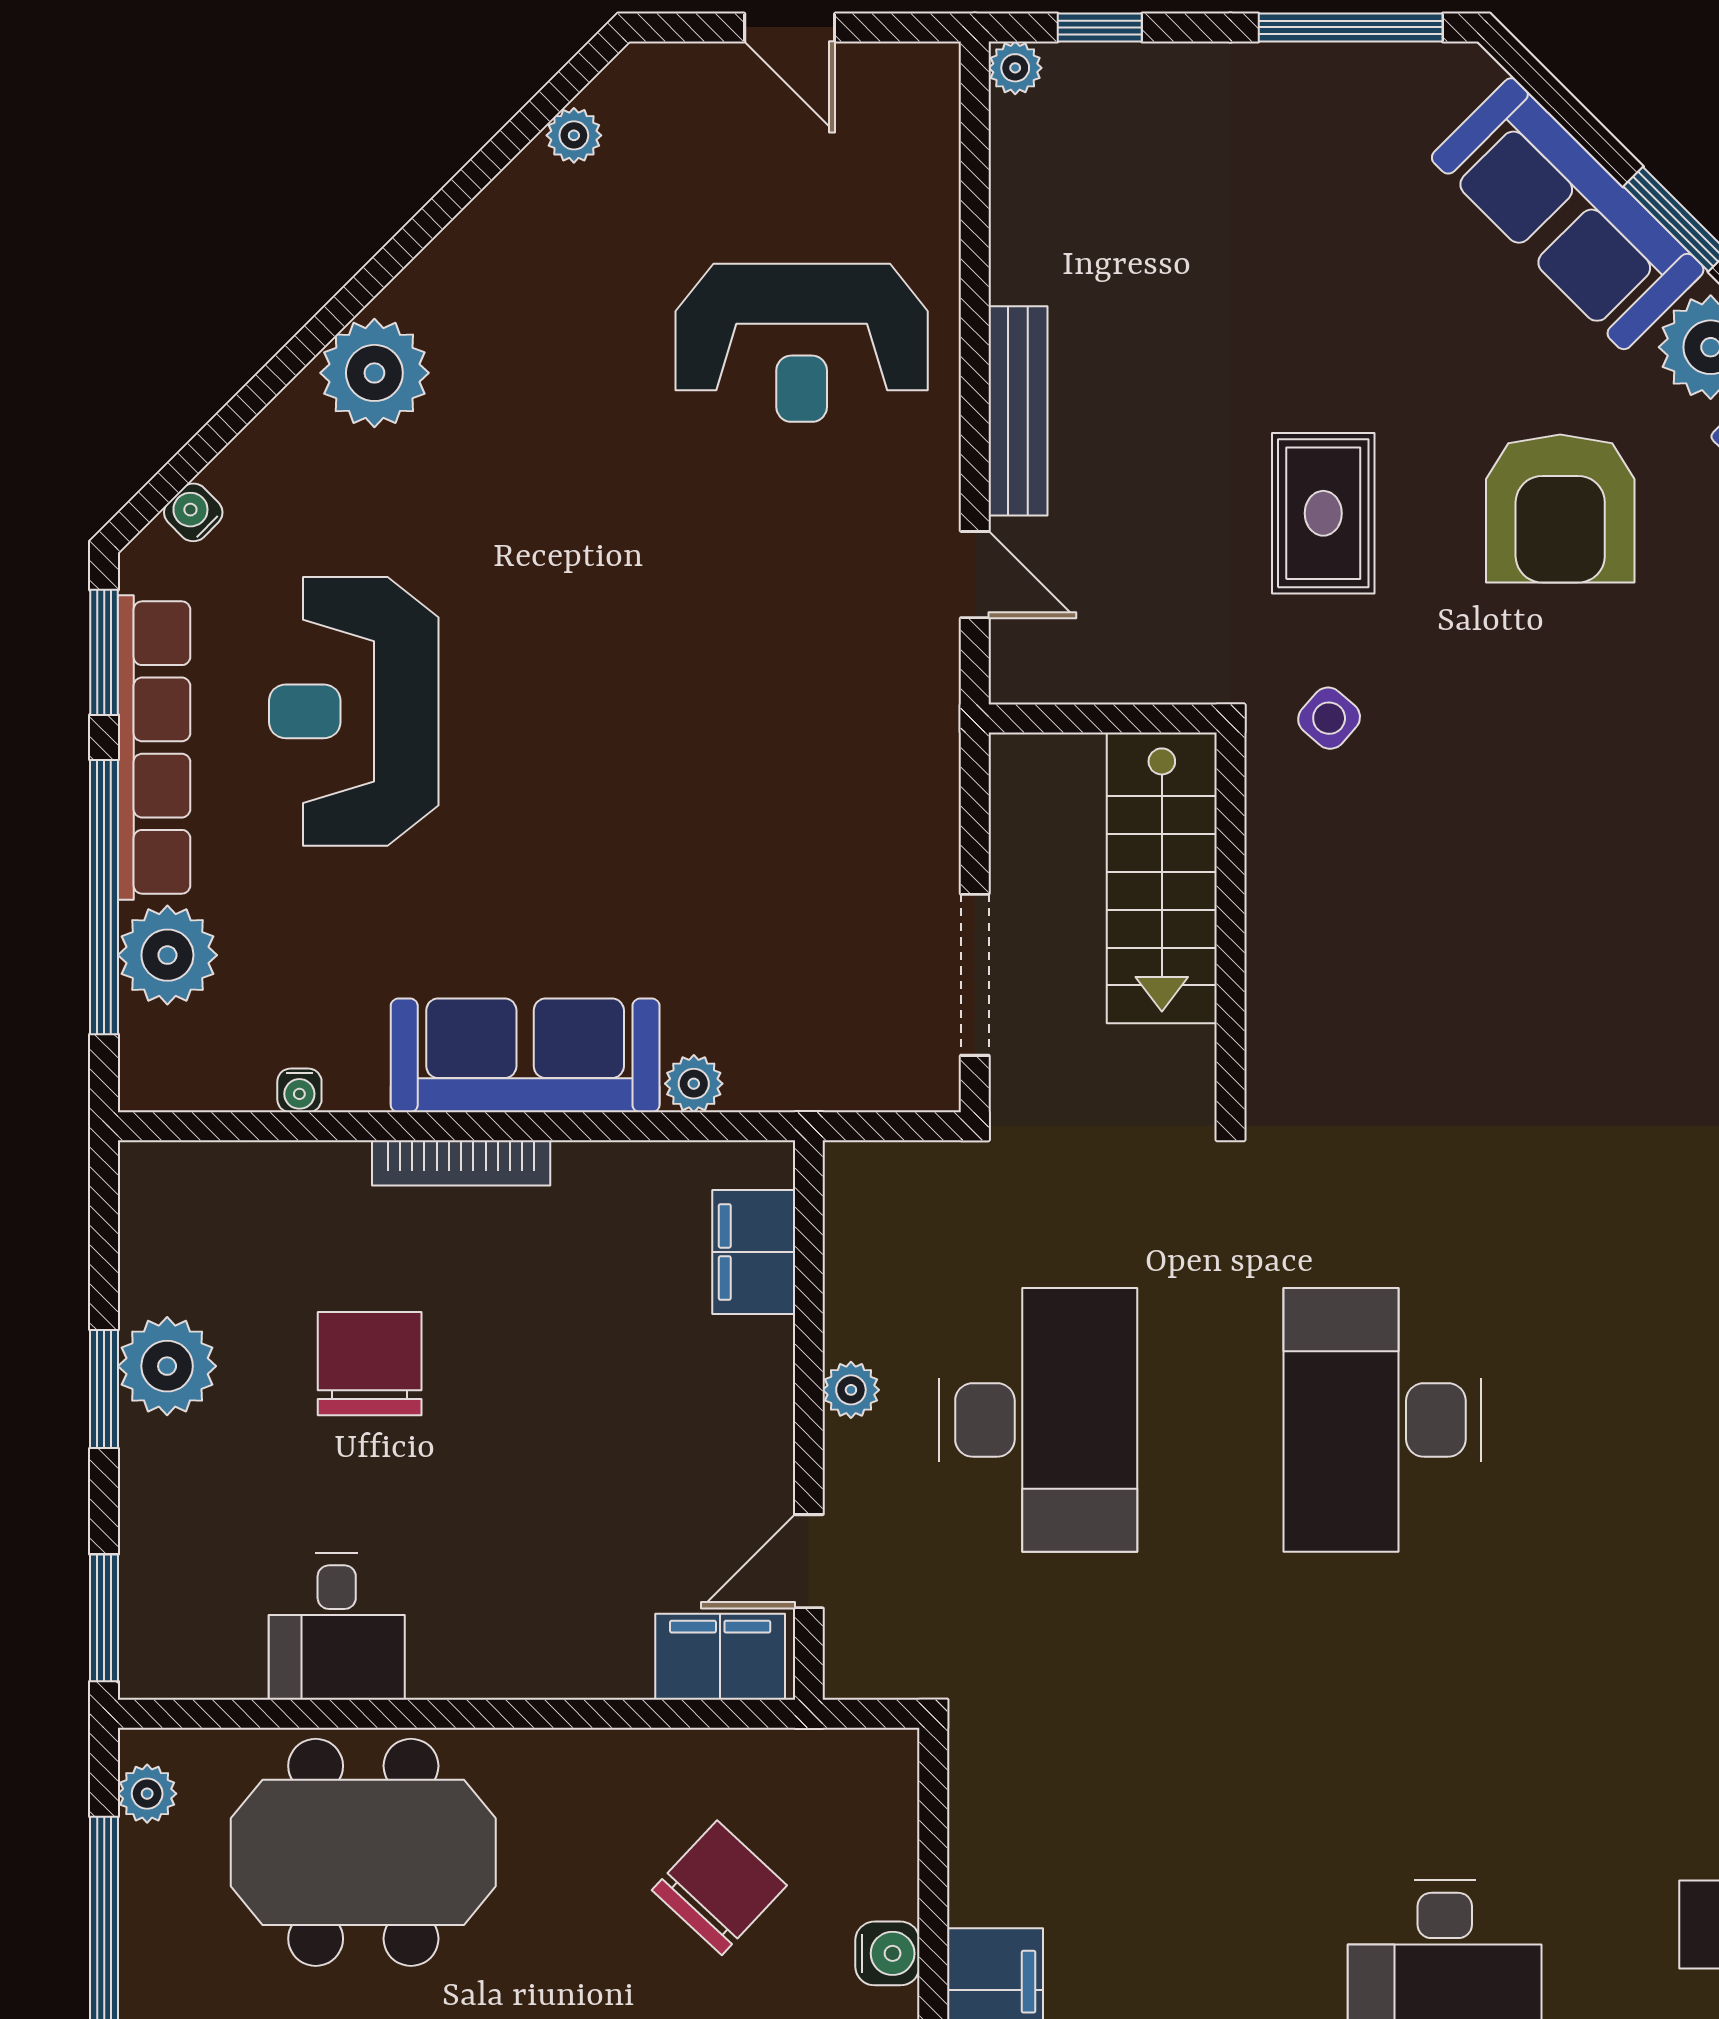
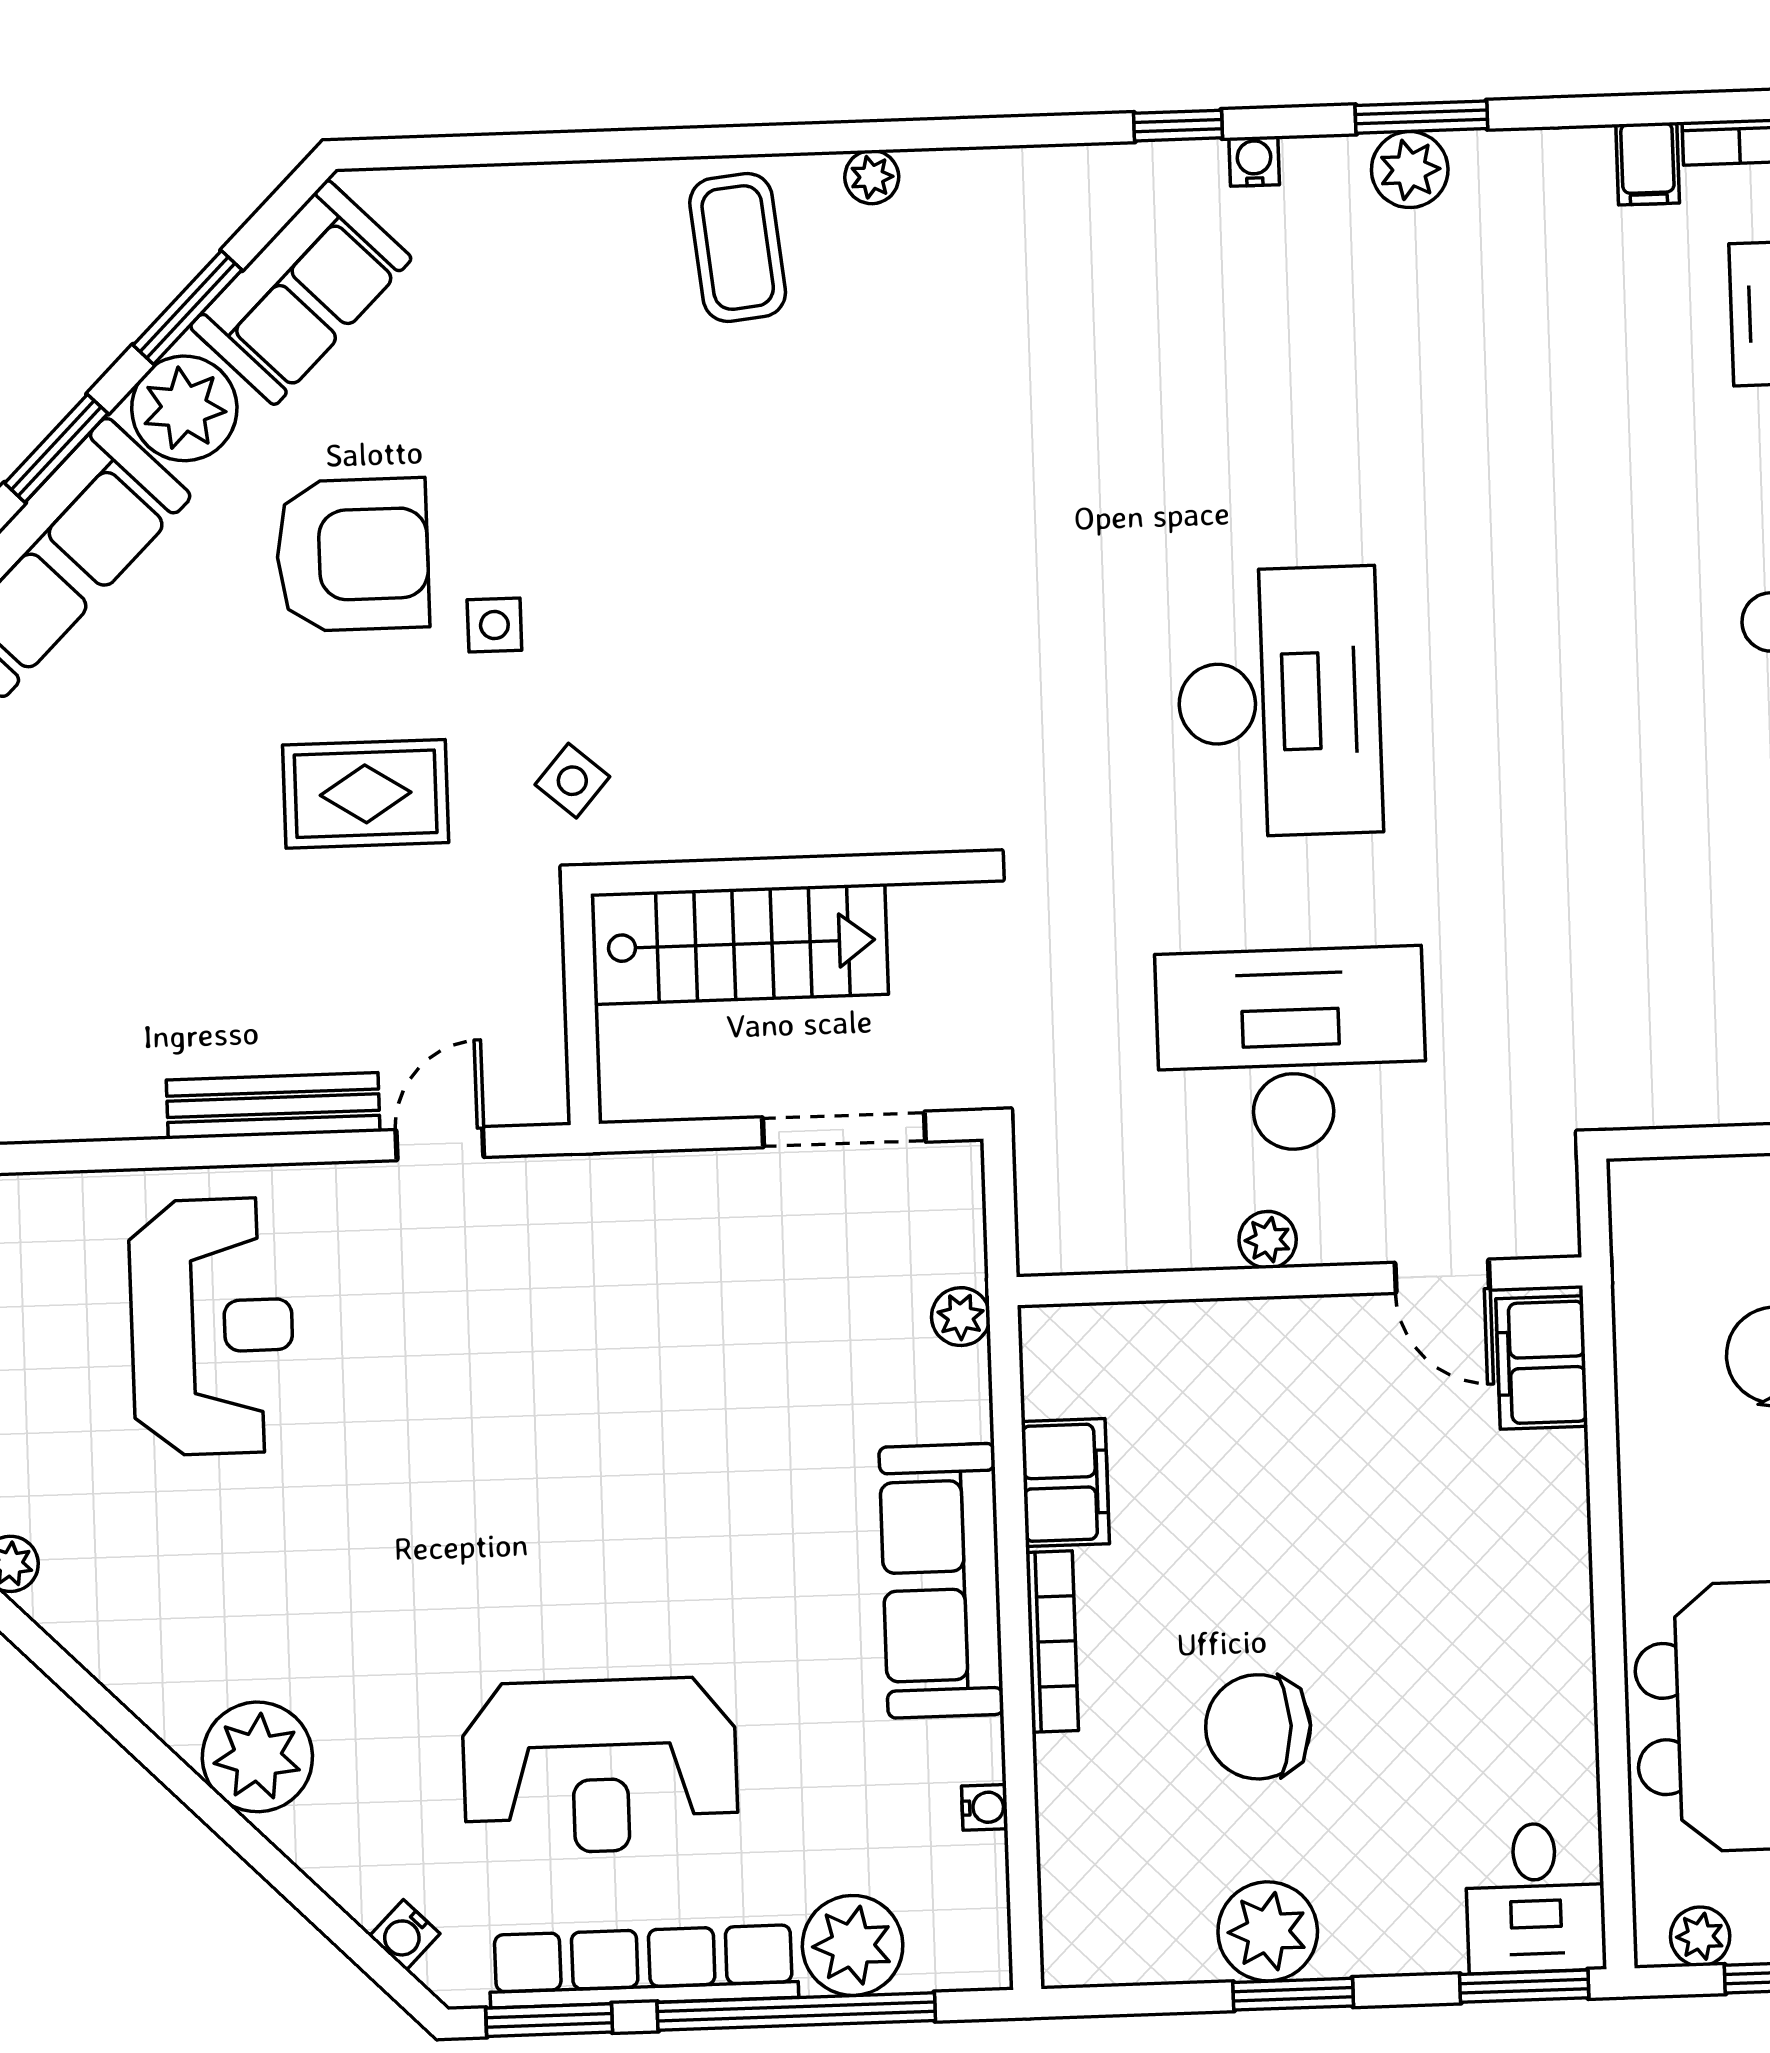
side table: (1486, 646) -> (494, 625), added
plant: (694, 1084) -> (961, 1317), moved
filing cabinet: (754, 1252) -> (1065, 1483), moved, turned -90
desk: (1383, 1420) -> (1279, 702), turned -90
desk: (337, 1627) -> (1535, 1898), moved, turned 90

